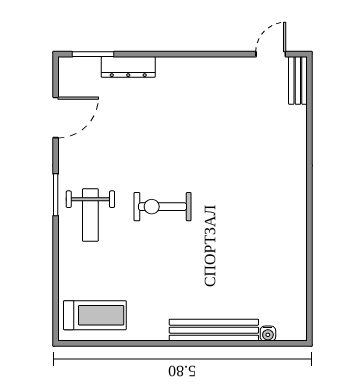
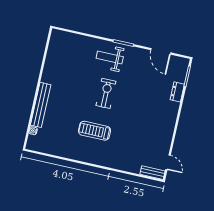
dresser: (128, 67) -> (177, 92), width x0.70
treadmill: (95, 315) -> (95, 131), moved, turned 90

